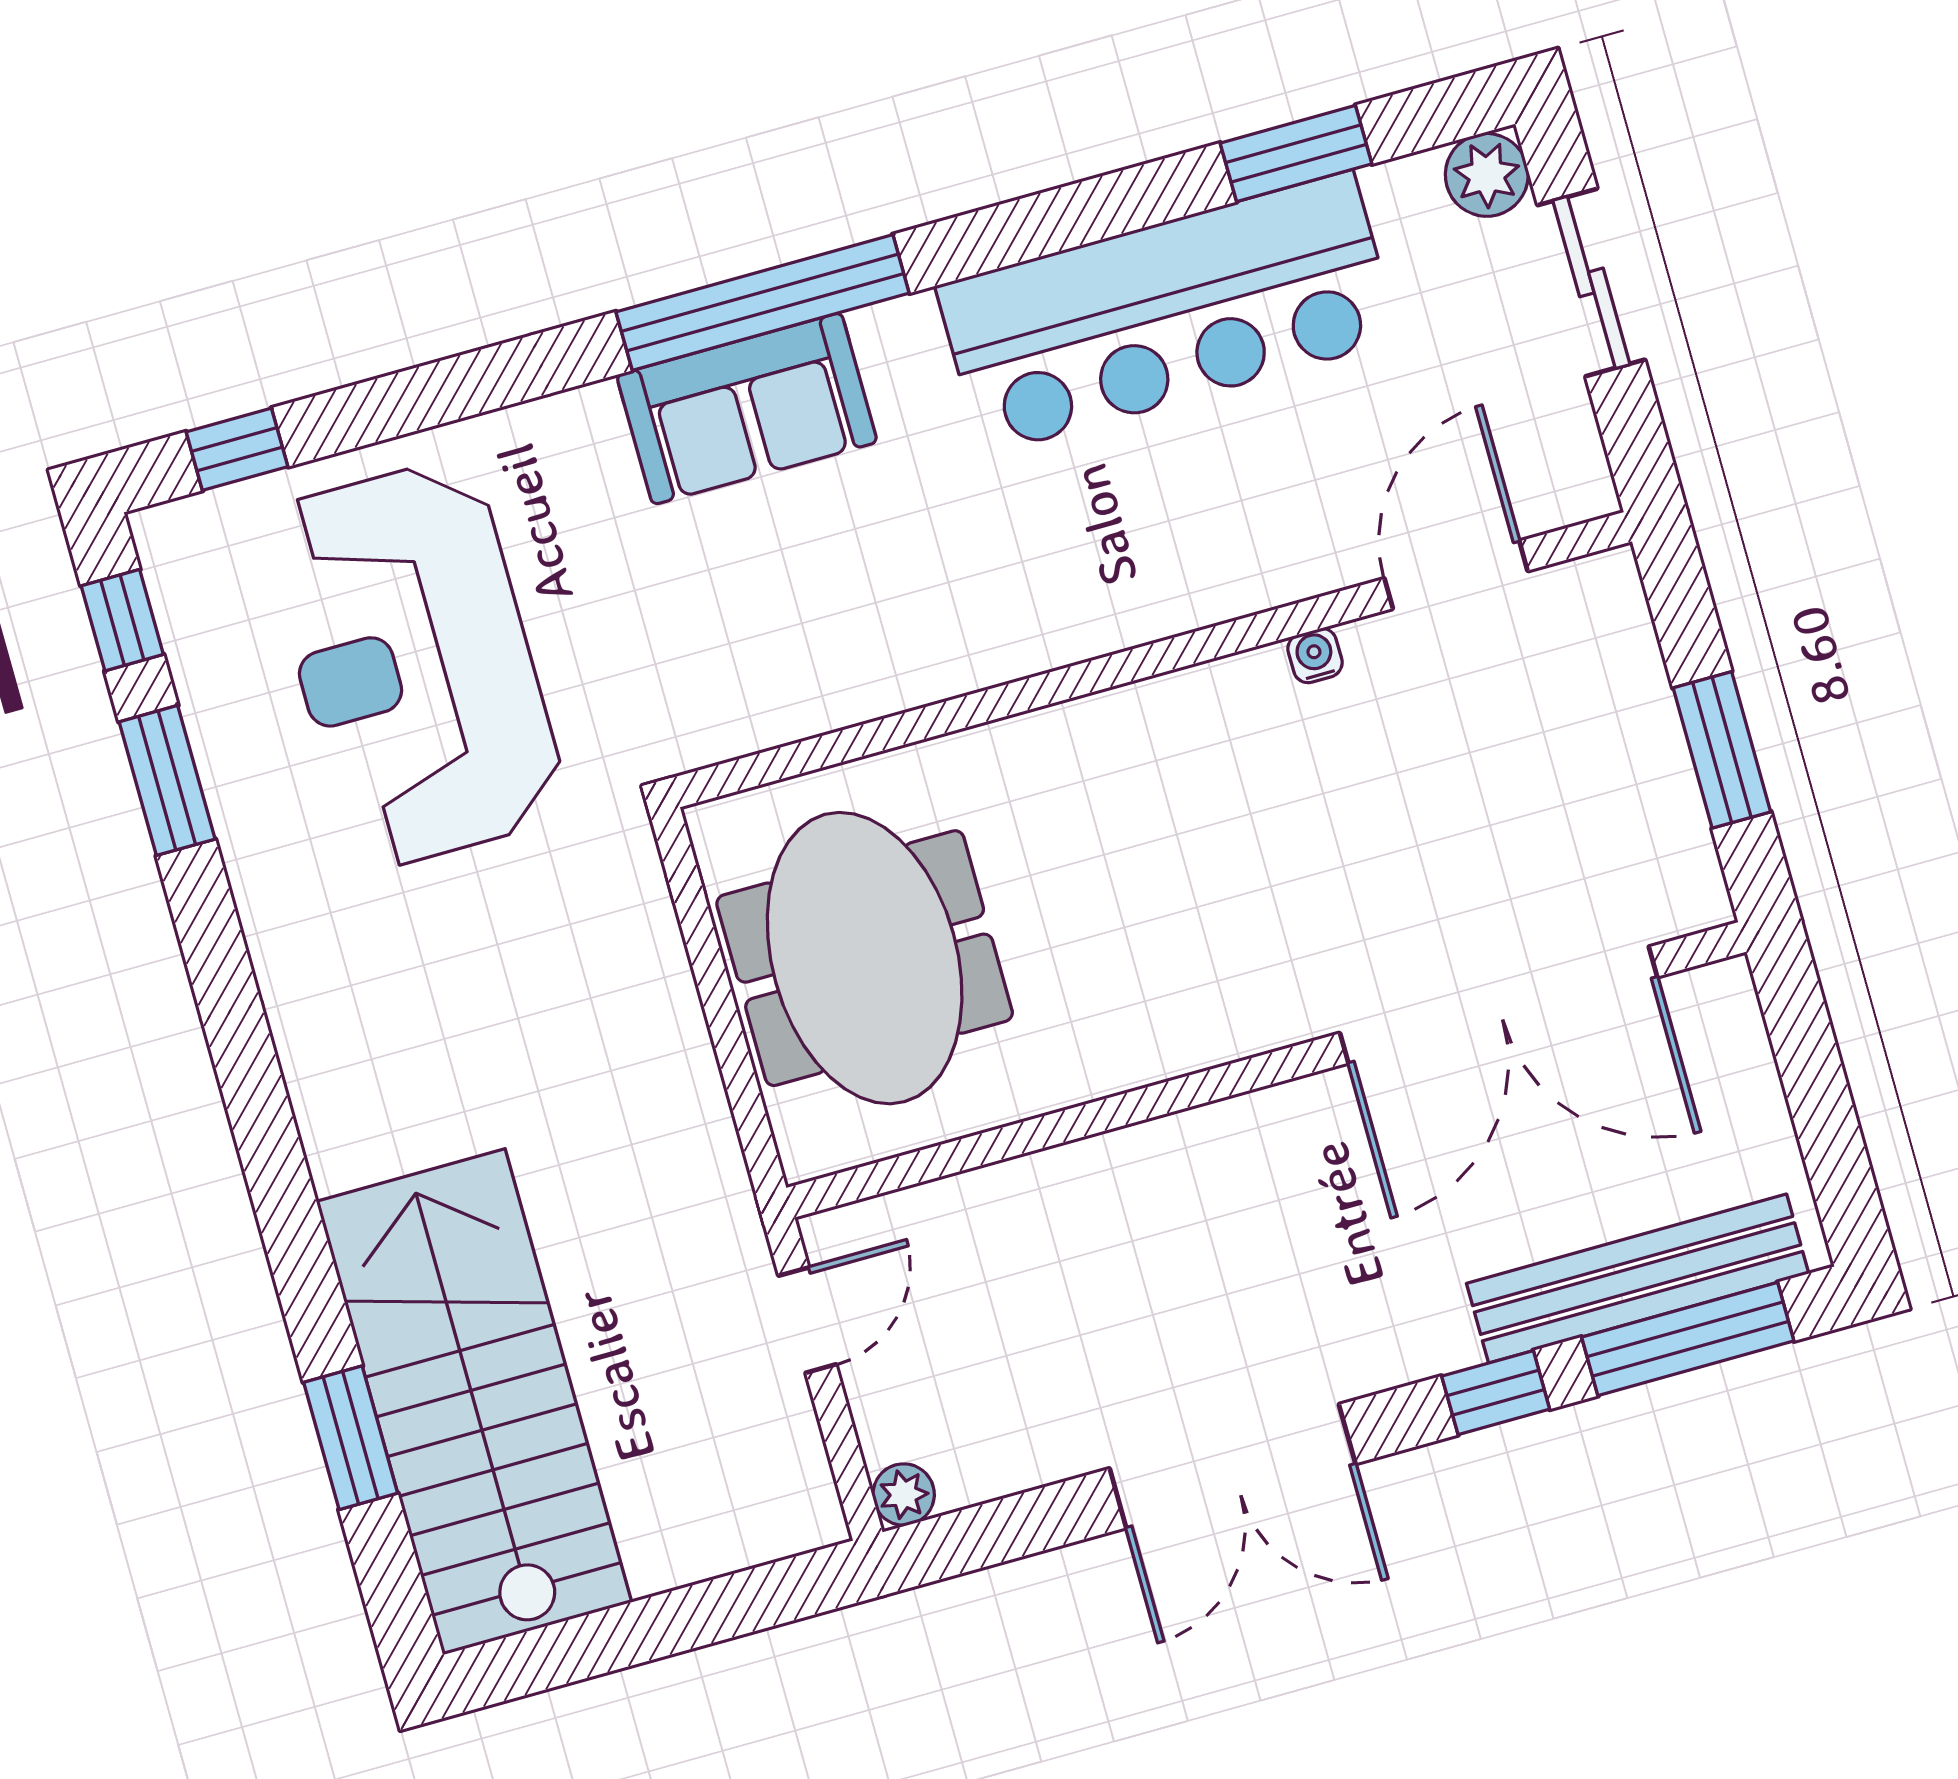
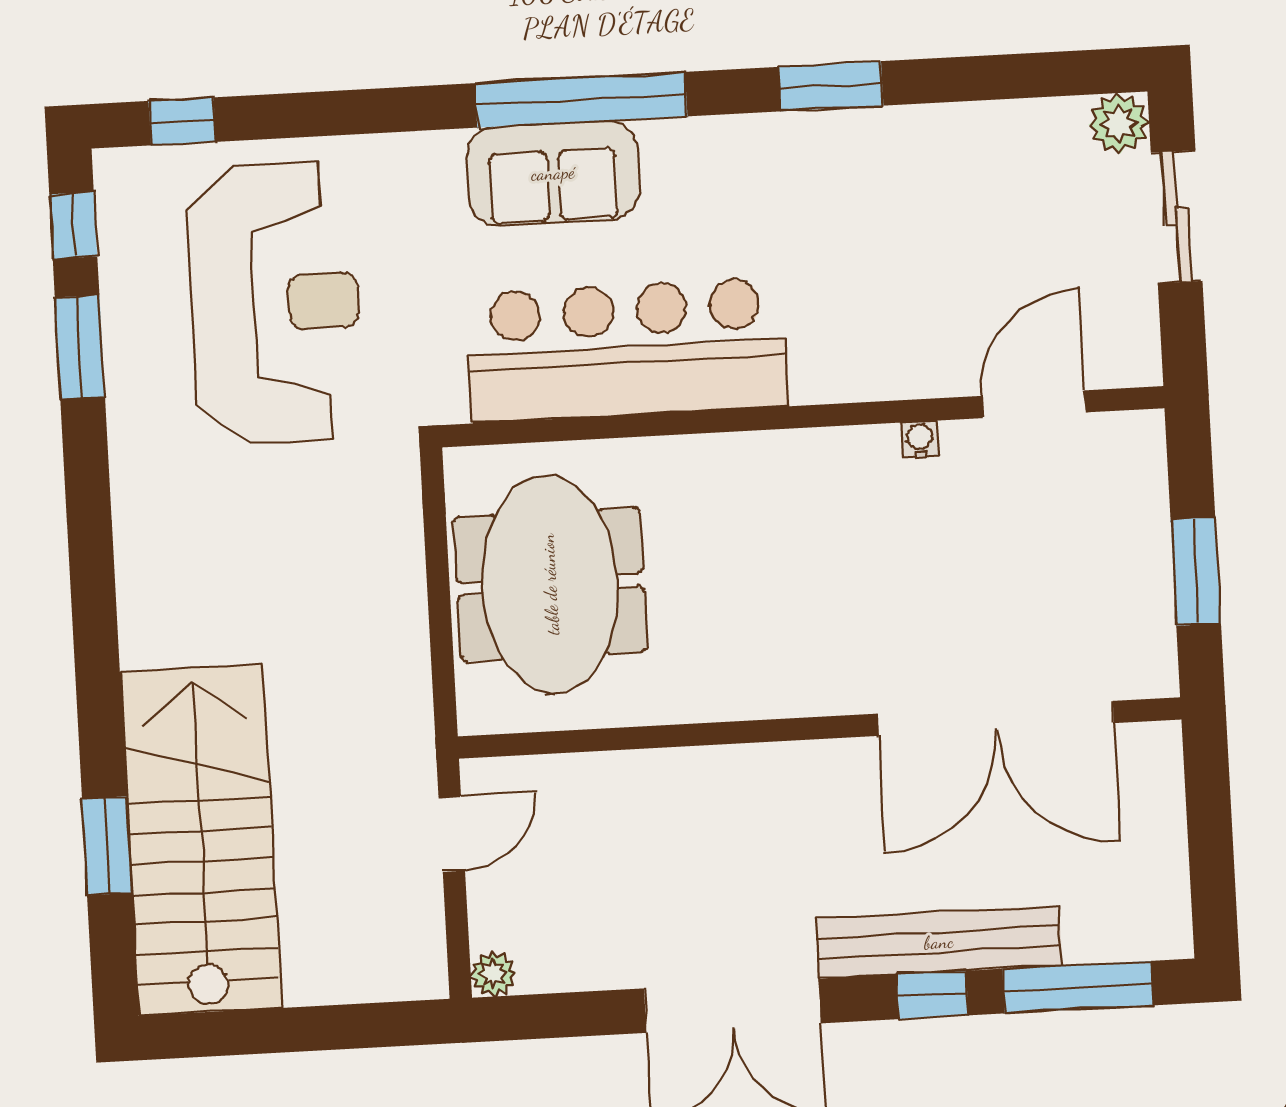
window: (1296, 154) -> (831, 86), moved
bar counter: (1168, 313) -> (627, 350), moved, turned 180
reception desk: (414, 664) -> (275, 303), turned 180
bench: (1638, 1279) -> (939, 942), moved

